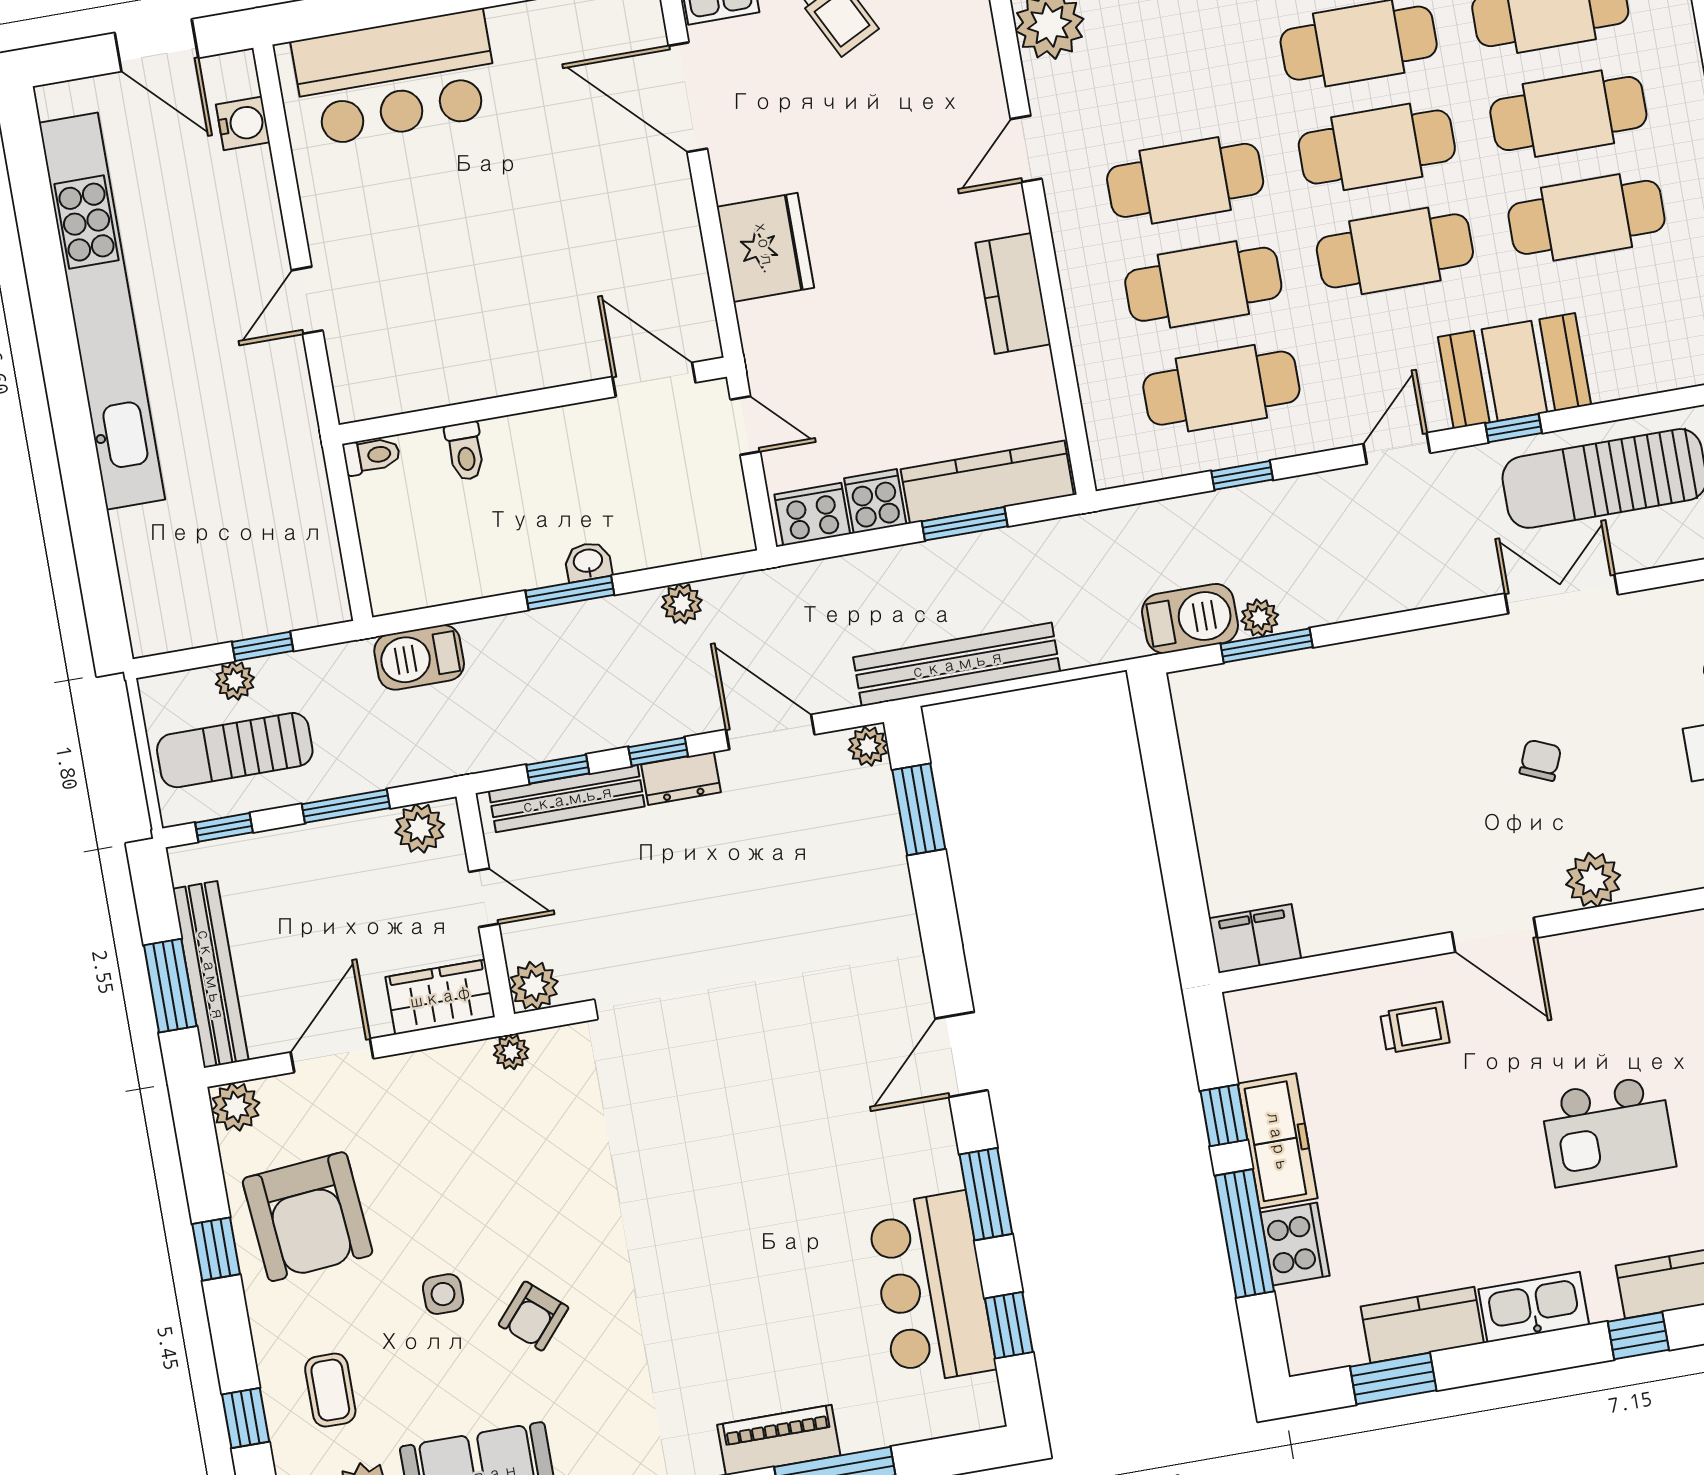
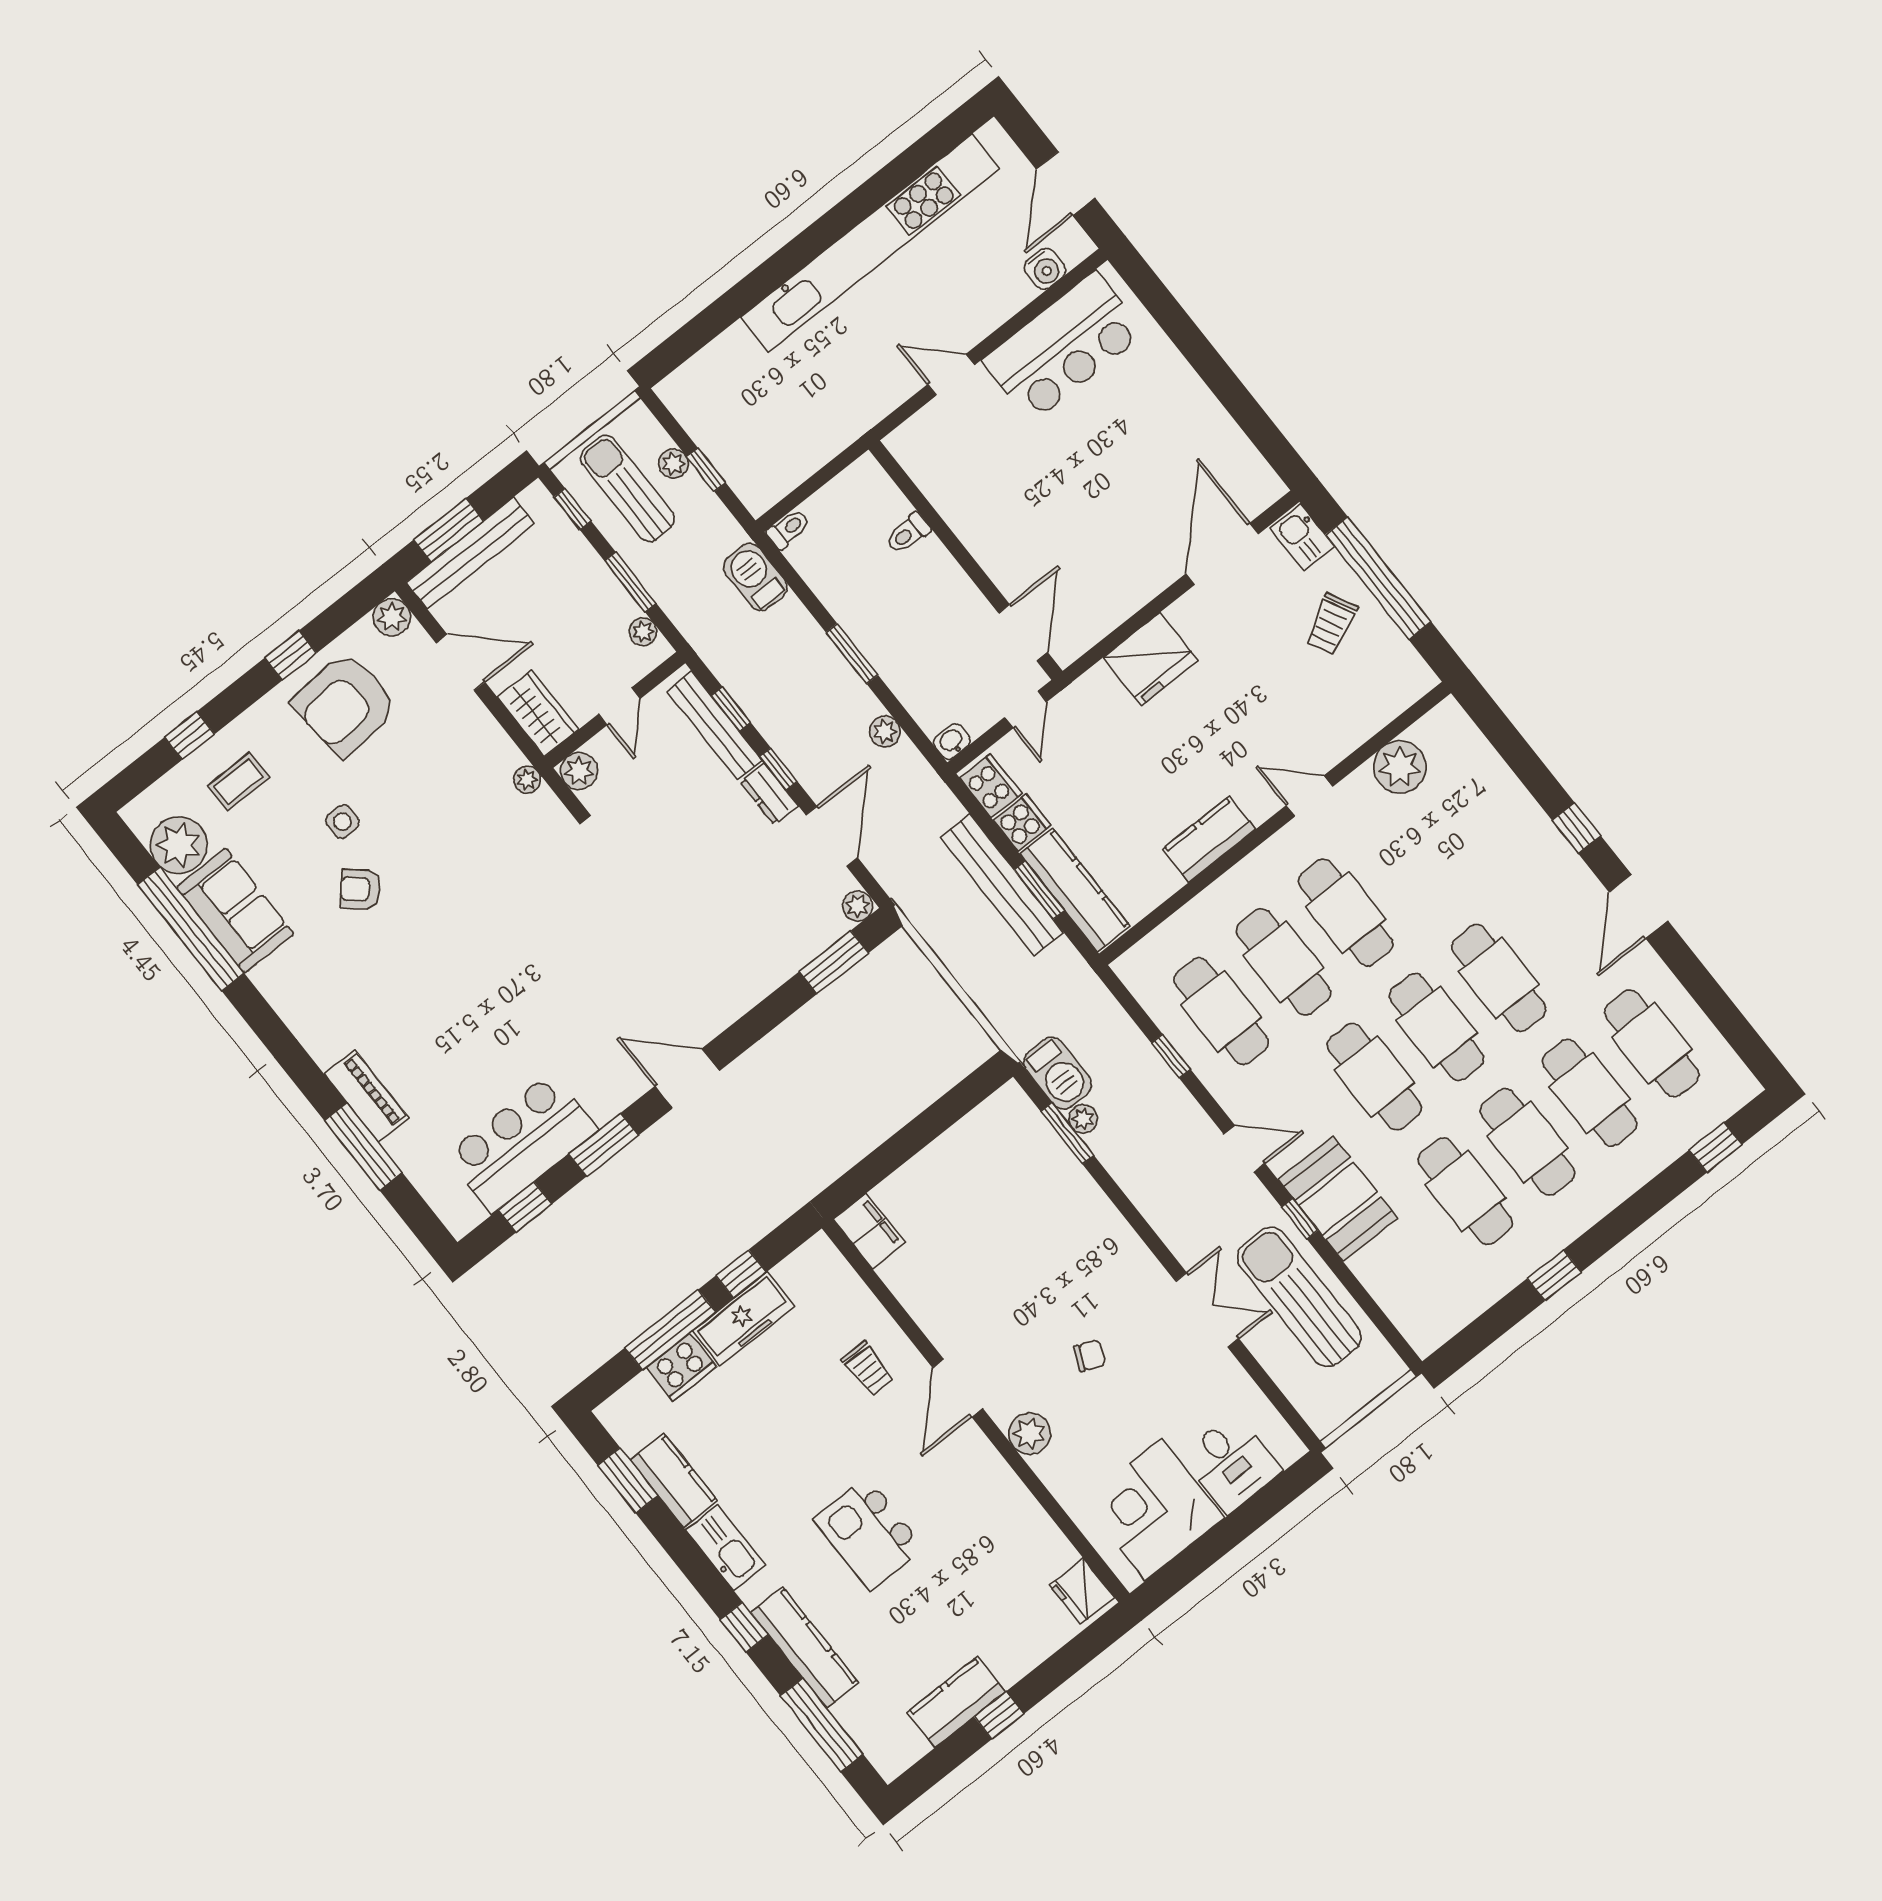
bar counter: (396, 78) -> (1064, 347), moved, turned -90
toilet: (372, 456) -> (788, 529), moved, turned -90
washbasin: (588, 562) -> (952, 741), moved, turned -90
bench: (957, 664) -> (1002, 885), moved
plant: (420, 828) -> (643, 632), width x0.73, depth x0.73

